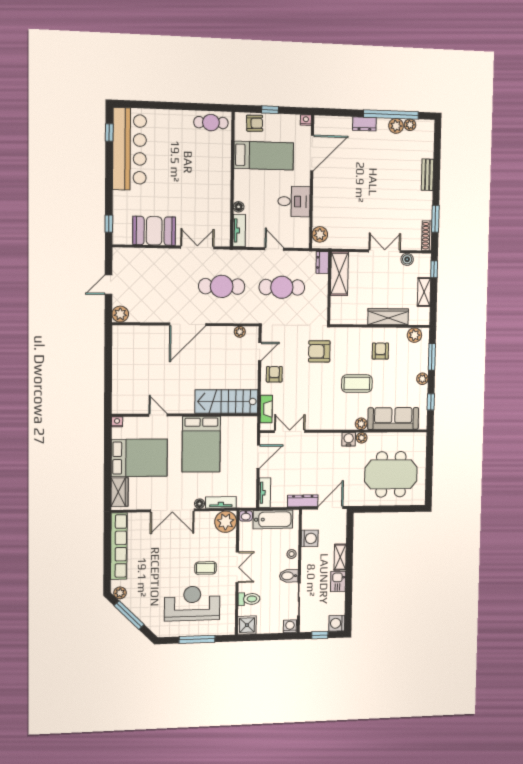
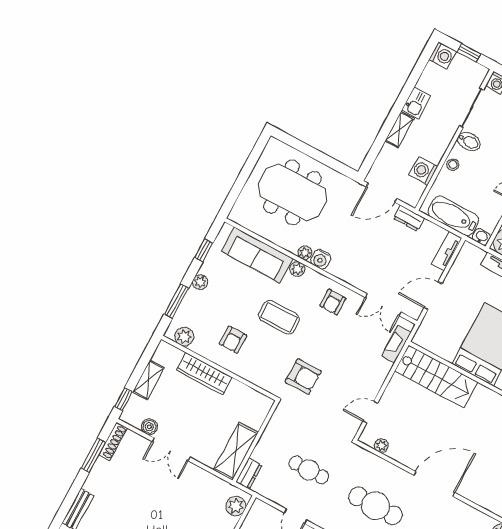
cafe table: (282, 287) -> (309, 470), width x0.73, depth x0.74
armchair: (274, 374) -> (333, 302), moved
dresser: (303, 501) -> (409, 218), width x0.70

